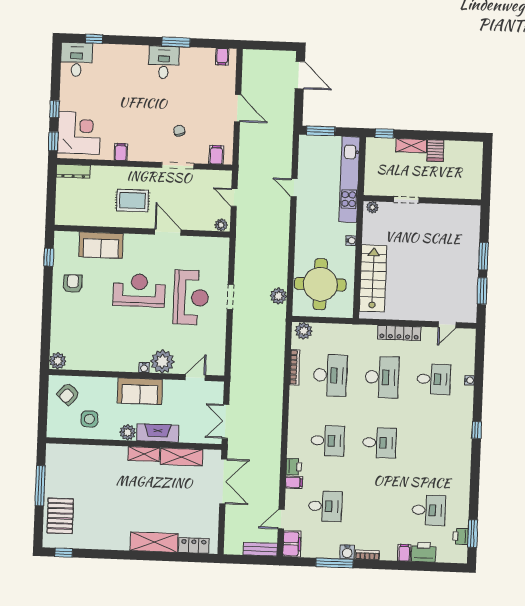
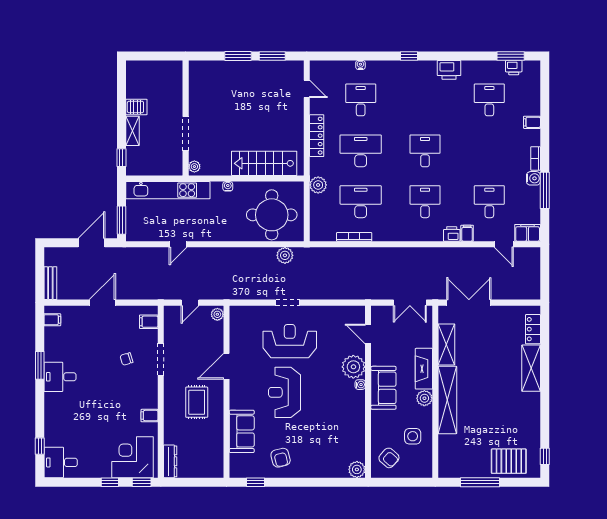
door: (300, 75) -> (92, 243), moved
doorway: (406, 200) -> (186, 134), width x1.38
armchair: (73, 284) -> (281, 458), turned -104
plant: (304, 331) -> (318, 185), moved
shelving: (144, 454) -> (447, 400), width x2.20, depth x1.33
bench: (260, 549) -> (50, 283), moved
printer: (424, 552) -> (449, 70), moved, turned -90

